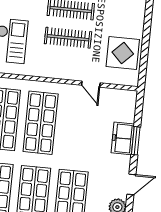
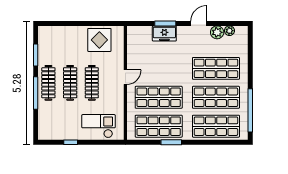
door: (91, 84) -> (125, 77), moved
door: (131, 184) -> (199, 23), hinge flipped

